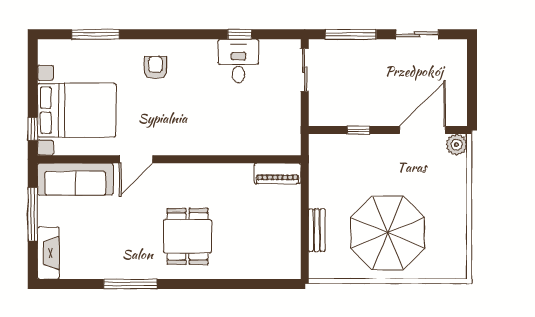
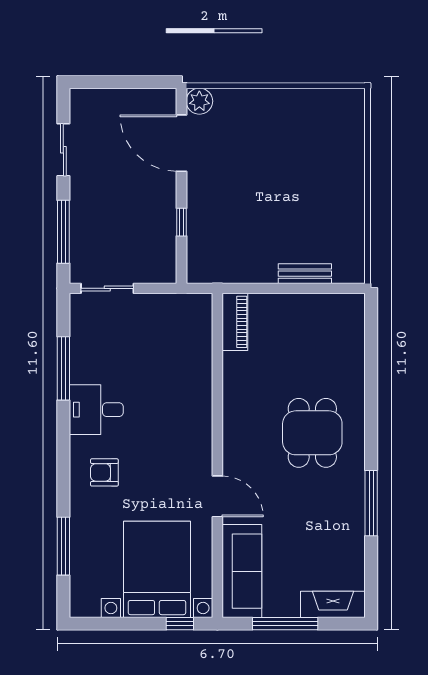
window: (240, 34) -> (63, 368), width x2.17
desk: (238, 61) -> (96, 410), moved
parasol: (388, 233) -> (308, 186), removed
dining table: (187, 236) -> (312, 433), turned 90

